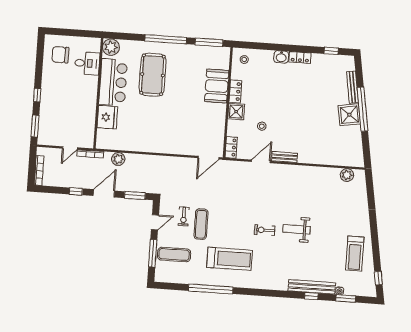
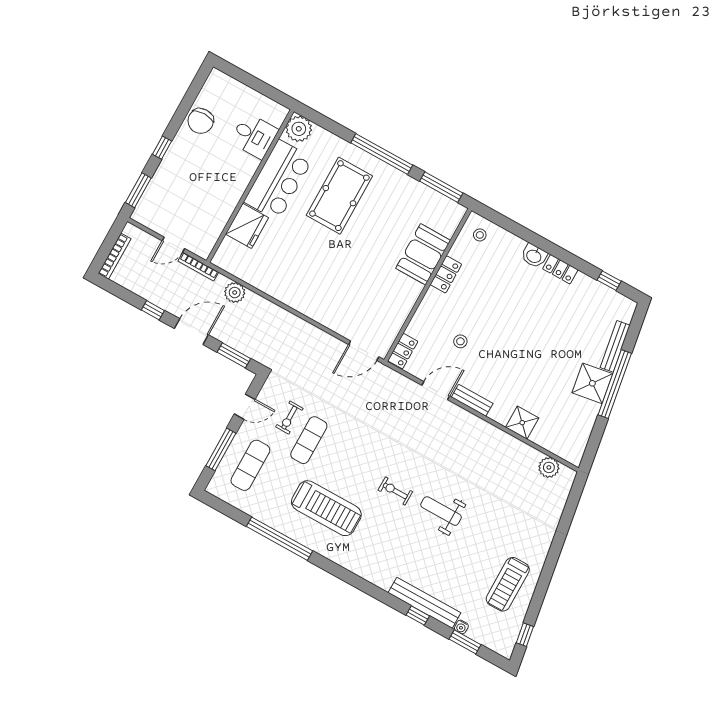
chair: (60, 55) -> (201, 121), moved, turned -90
shower: (236, 112) -> (522, 423), moved
exercise mat: (174, 255) -> (250, 465), turned 90

